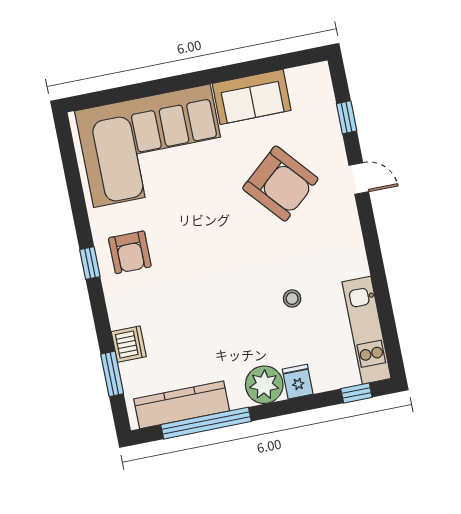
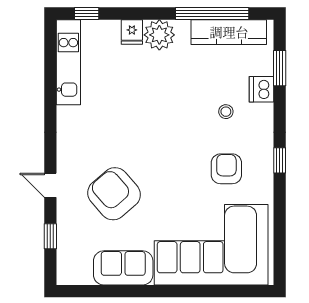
armchair: (130, 252) -> (226, 169), moved
stool: (292, 299) -> (226, 112), moved

